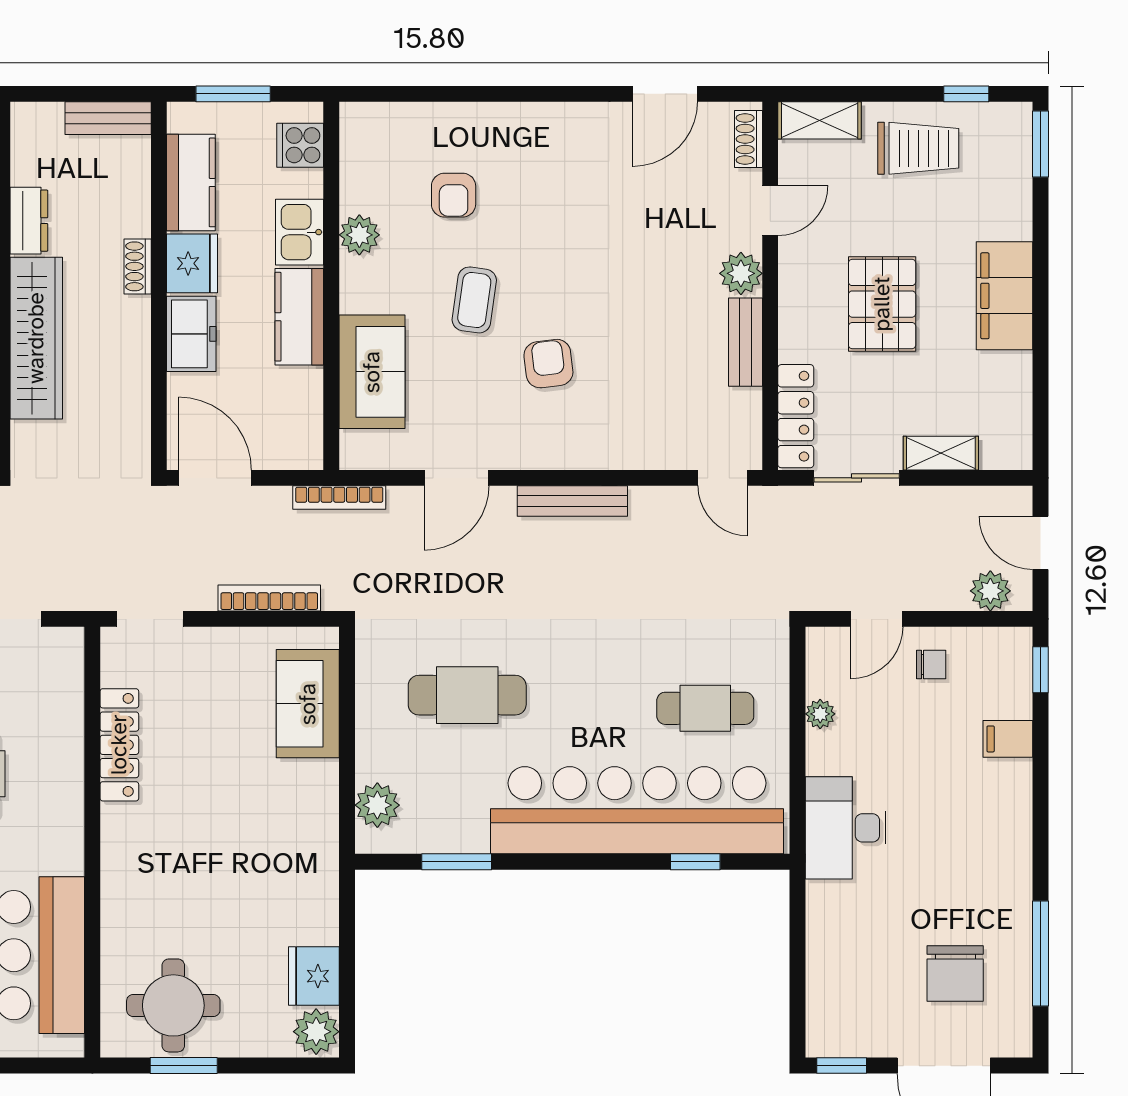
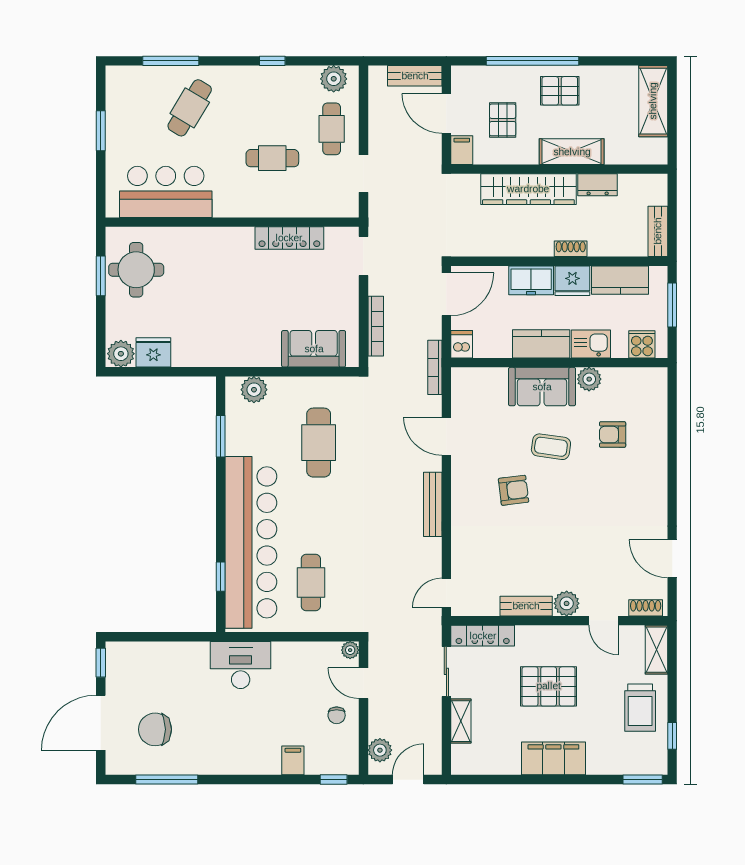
sofa: (372, 372) -> (542, 387), moved
dishwasher: (300, 452) -> (462, 344), added
plant: (820, 714) -> (350, 650), moved

